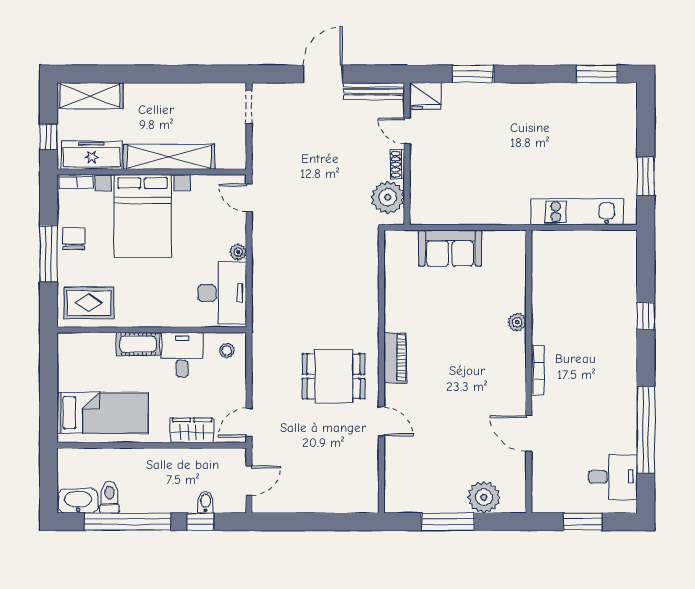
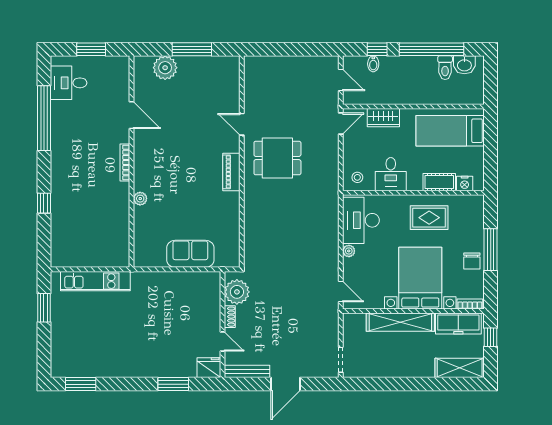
rug: (89, 303) -> (429, 218), moved
nightstand: (83, 342) -> (465, 183), added
cot: (138, 344) -> (439, 182), moved
door: (249, 481) -> (341, 80), swing flipped
washbasin: (78, 501) -> (464, 65), width x0.72

